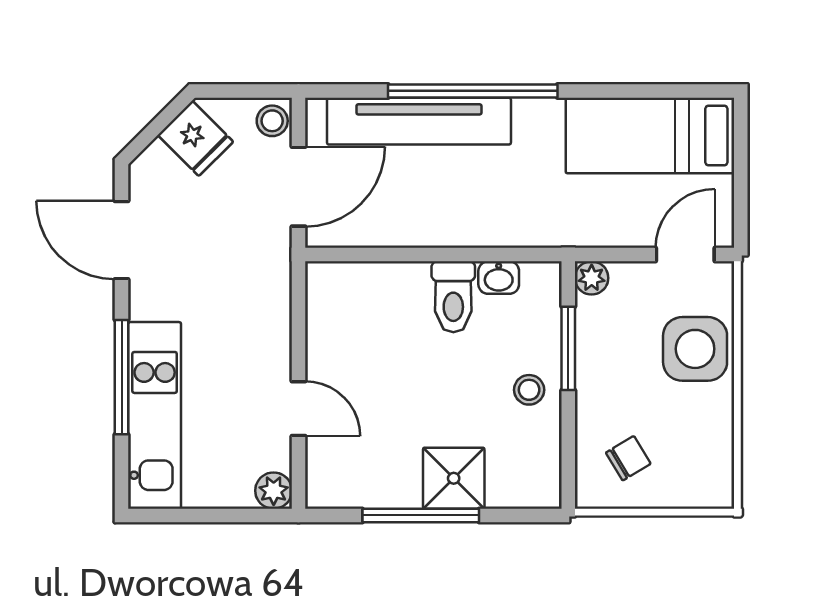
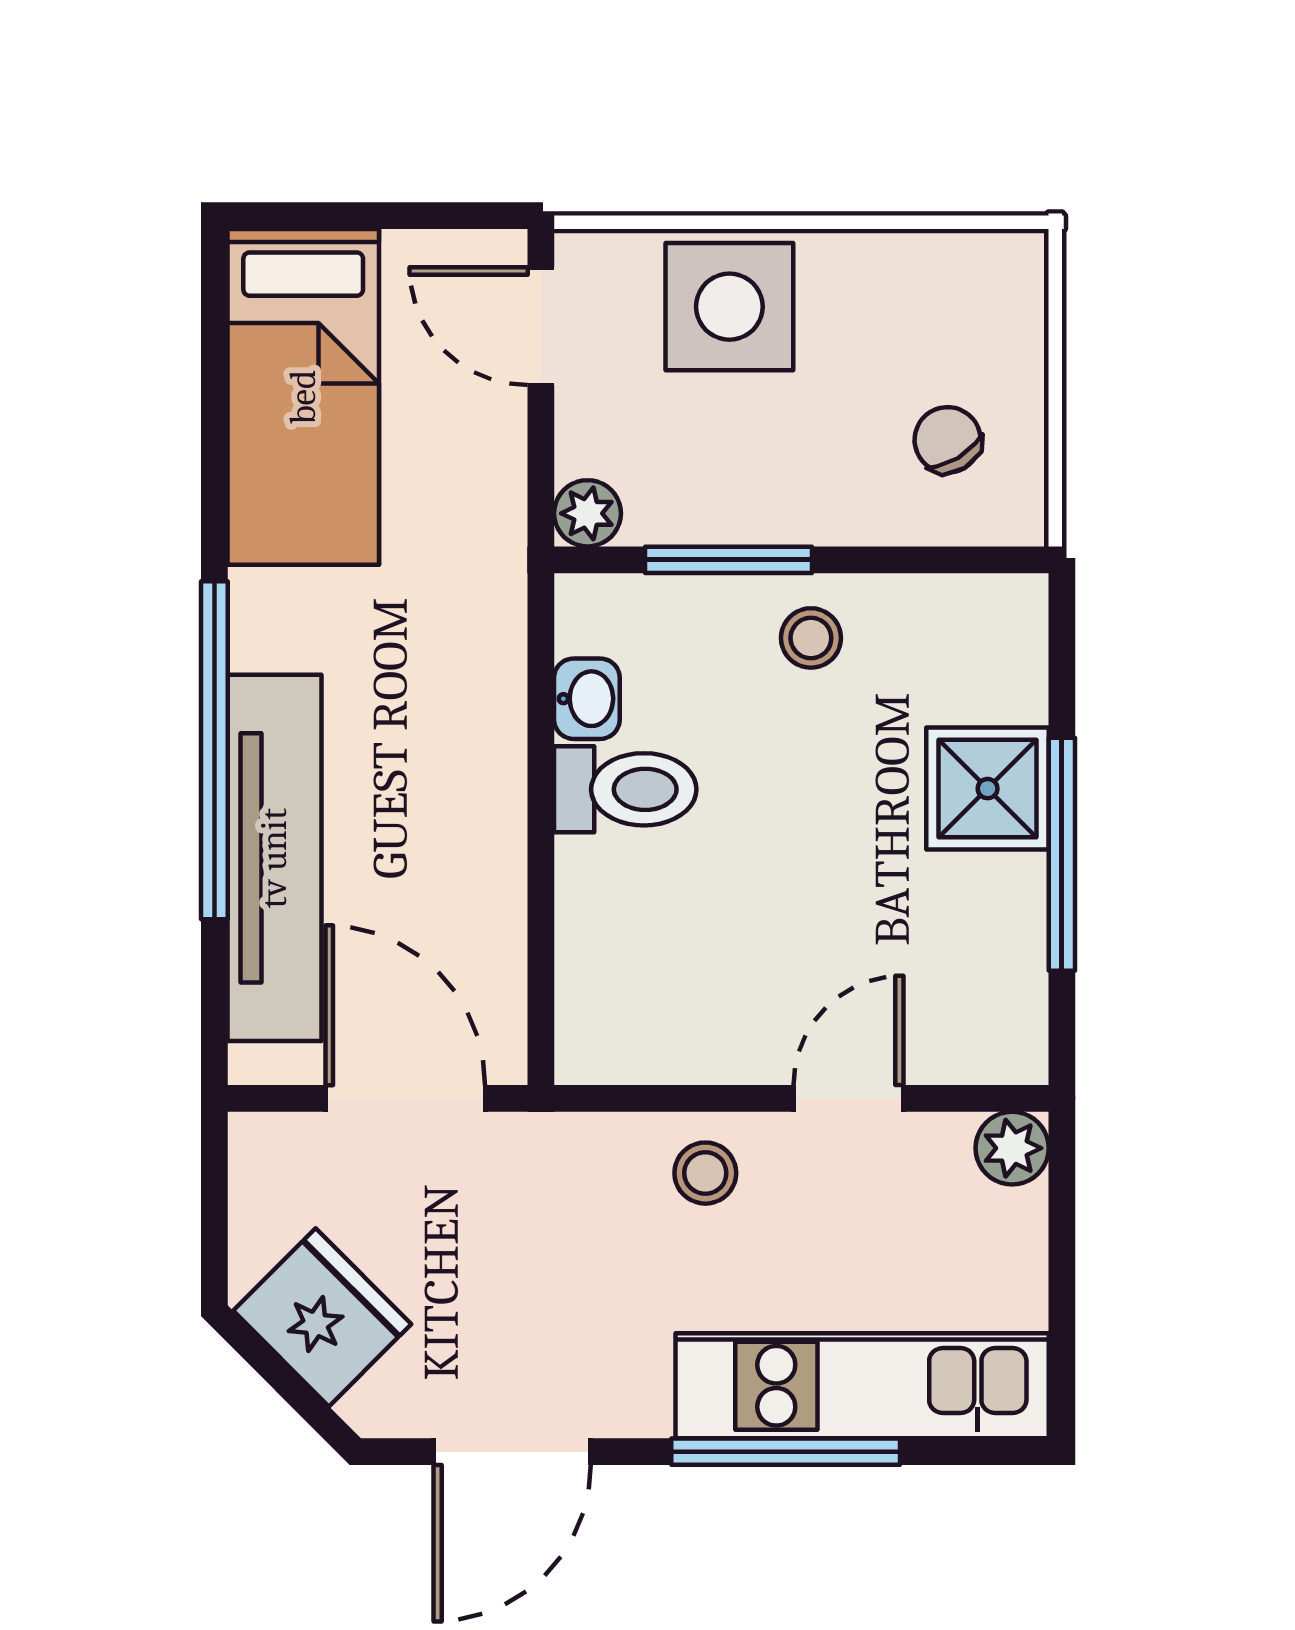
stool: (272, 121) -> (705, 1173), moved
fridge: (195, 138) -> (322, 1317), width x1.38

